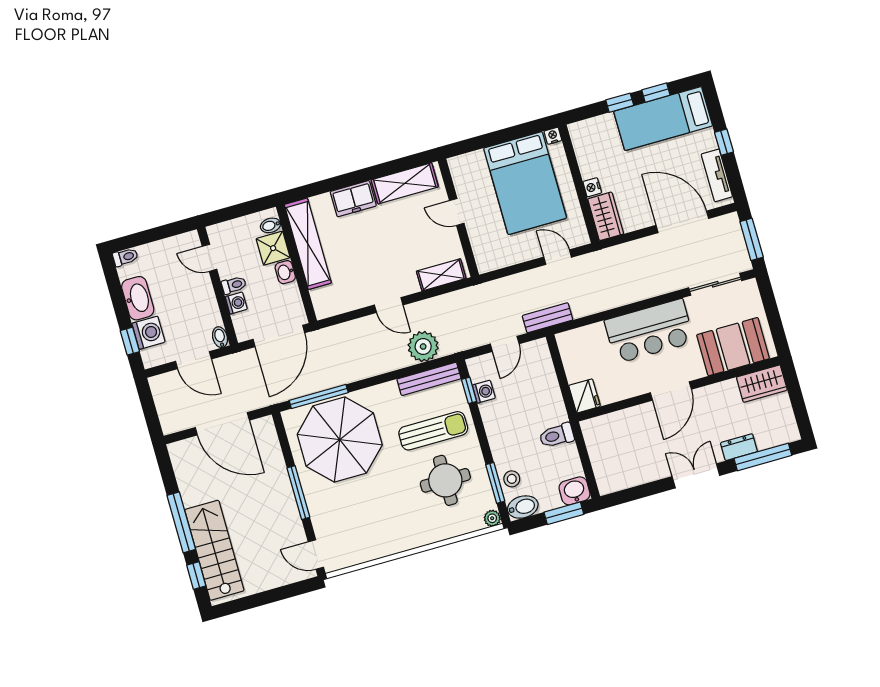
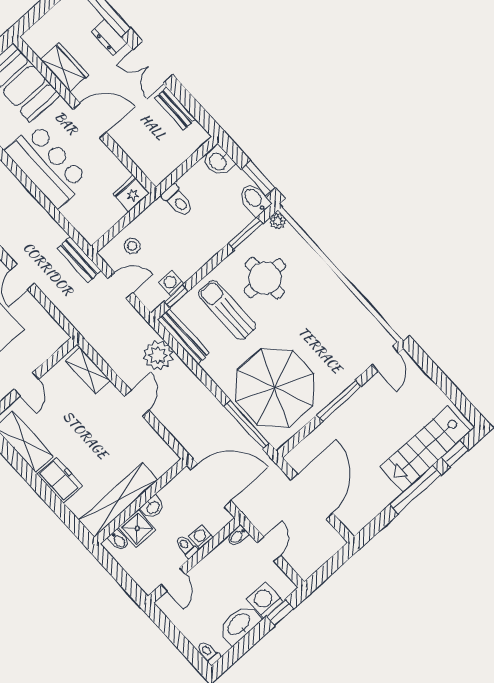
door: (193, 360) -> (269, 549), width x0.73
wardrobe: (762, 384) -> (64, 67), moved
bench: (643, 475) -> (175, 108), added
stool: (512, 479) -> (132, 246), moved
window: (564, 513) -> (258, 178), moved

